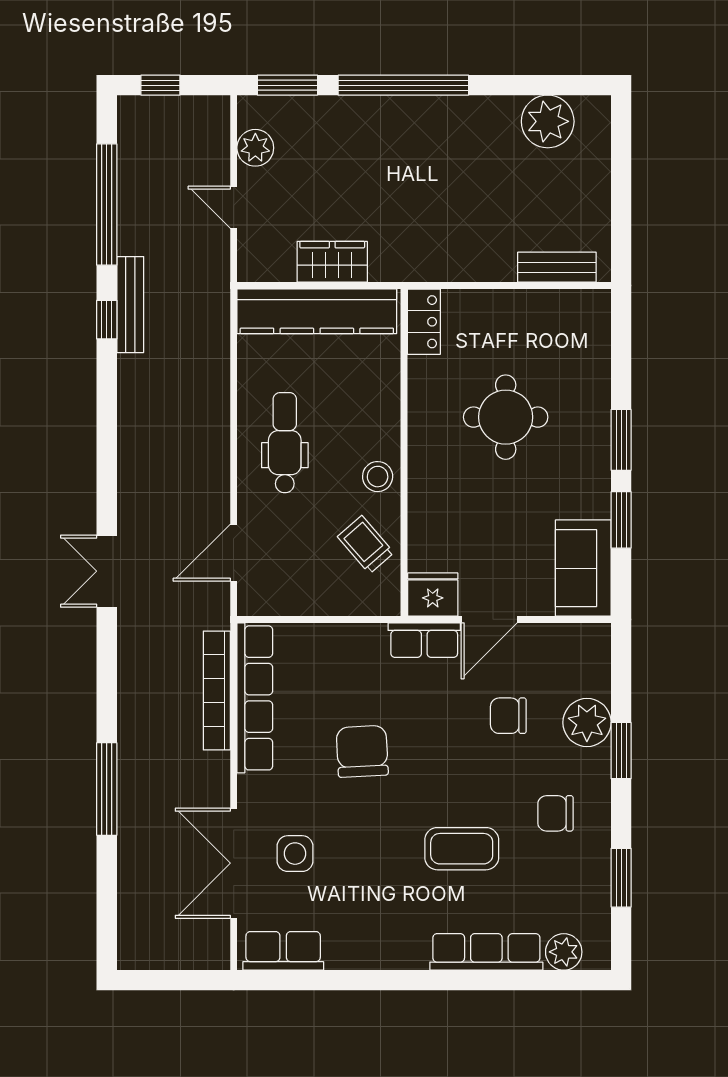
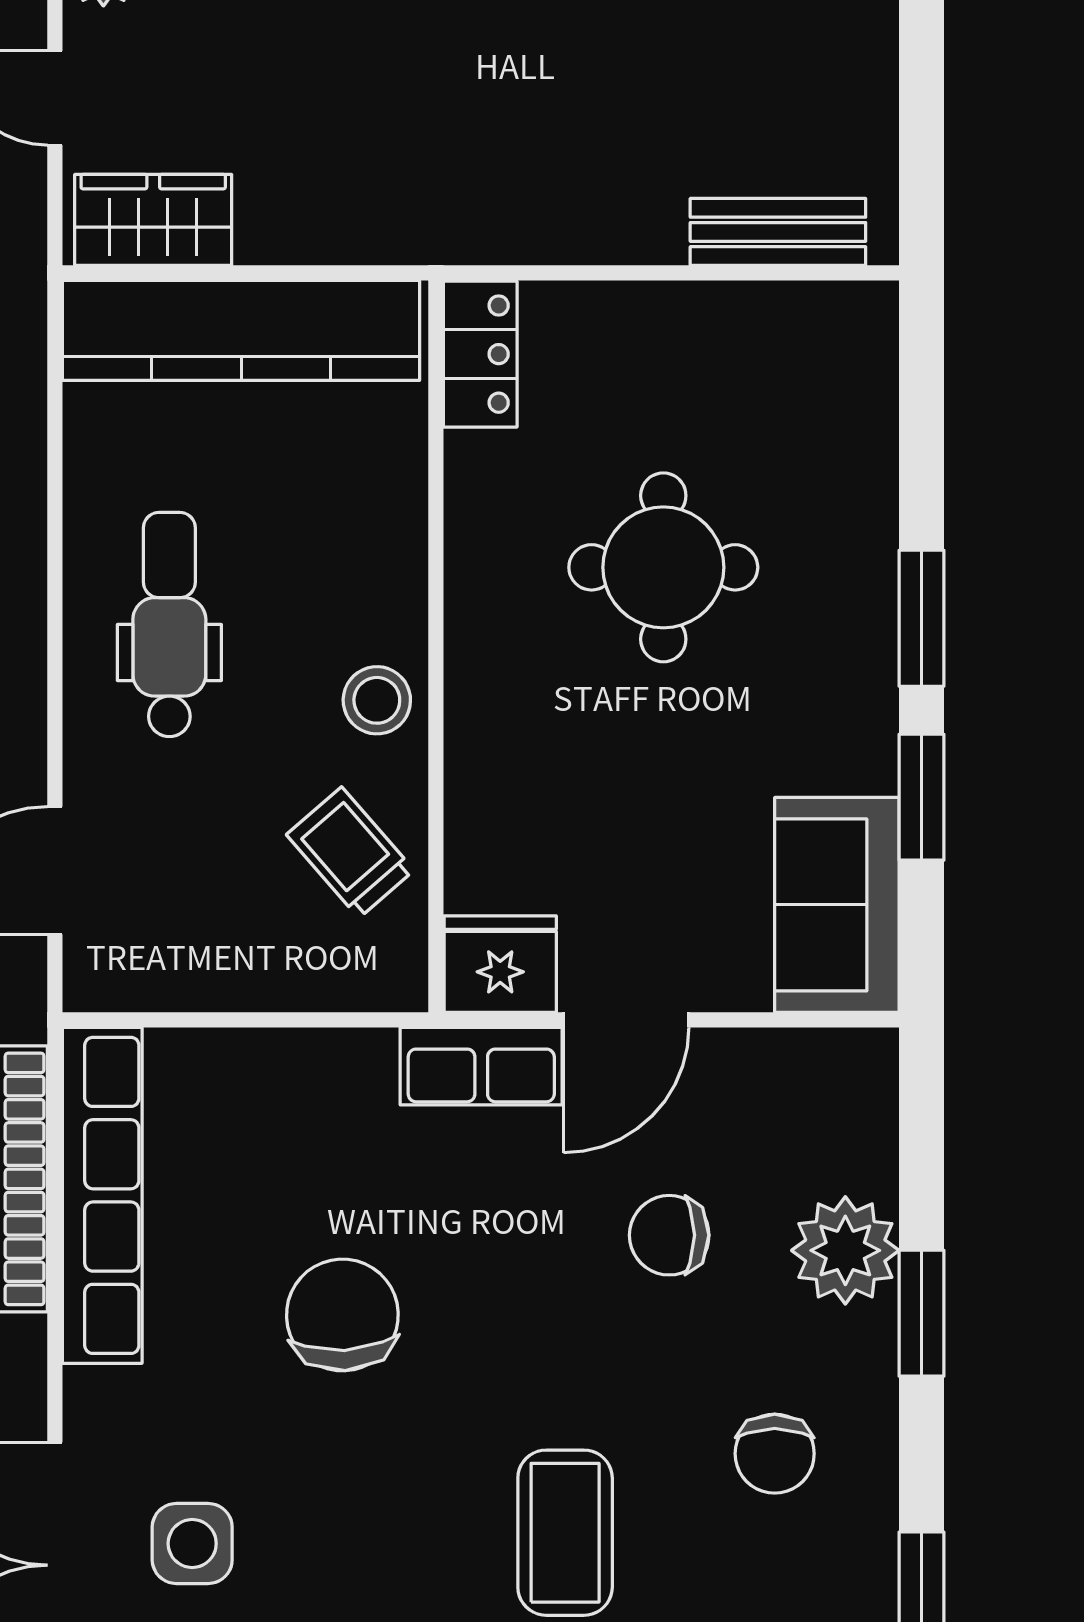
wardrobe: (332, 262) -> (153, 220), moved
chair: (555, 813) -> (775, 1454), turned -90
coffee table: (462, 849) -> (565, 1533), turned 90

